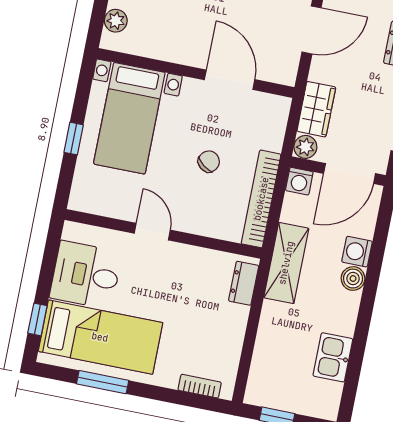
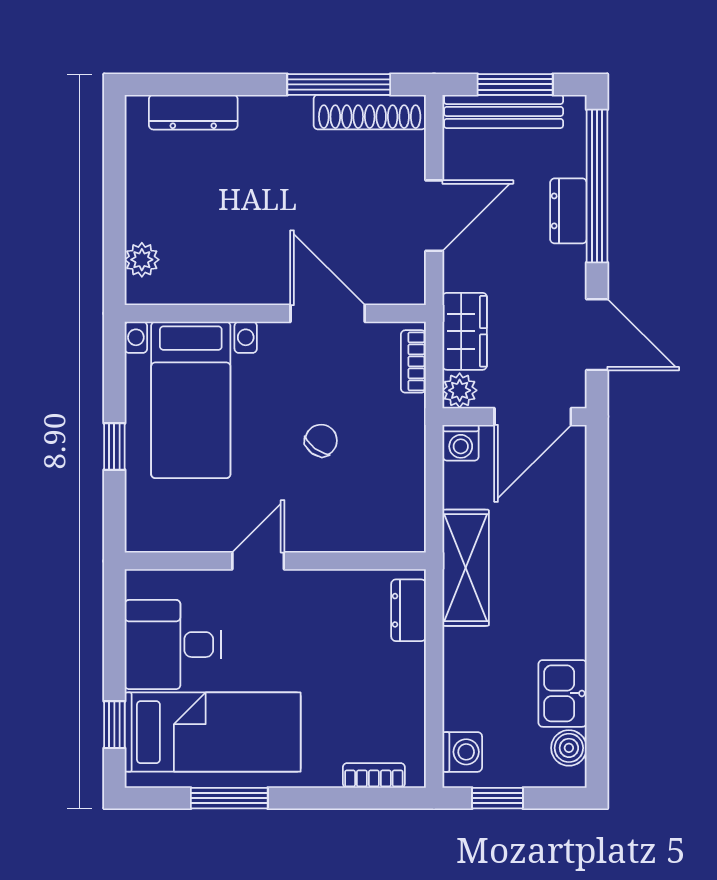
bookcase: (261, 199) -> (413, 361), moved, width x0.43, depth x0.76
door: (152, 232) -> (258, 561), hinge flipped
washing machine: (357, 252) -> (462, 752), moved, turned 180
boiler: (353, 279) -> (569, 748), moved

